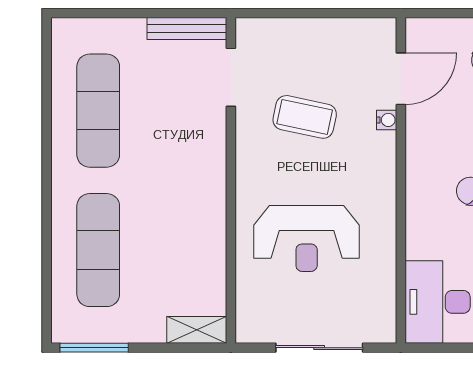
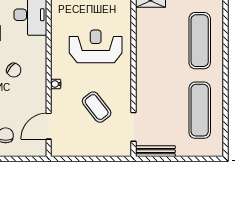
coffee table: (305, 117) -> (97, 107), turned 40
water cooler: (387, 120) -> (56, 84), moved

